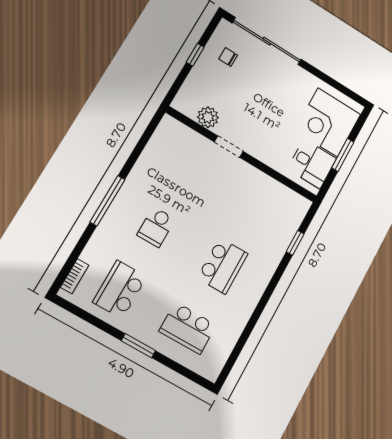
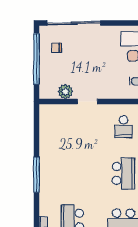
window: (195, 55) -> (37, 59), width x3.17
school desk: (156, 227) -> (123, 127), moved

